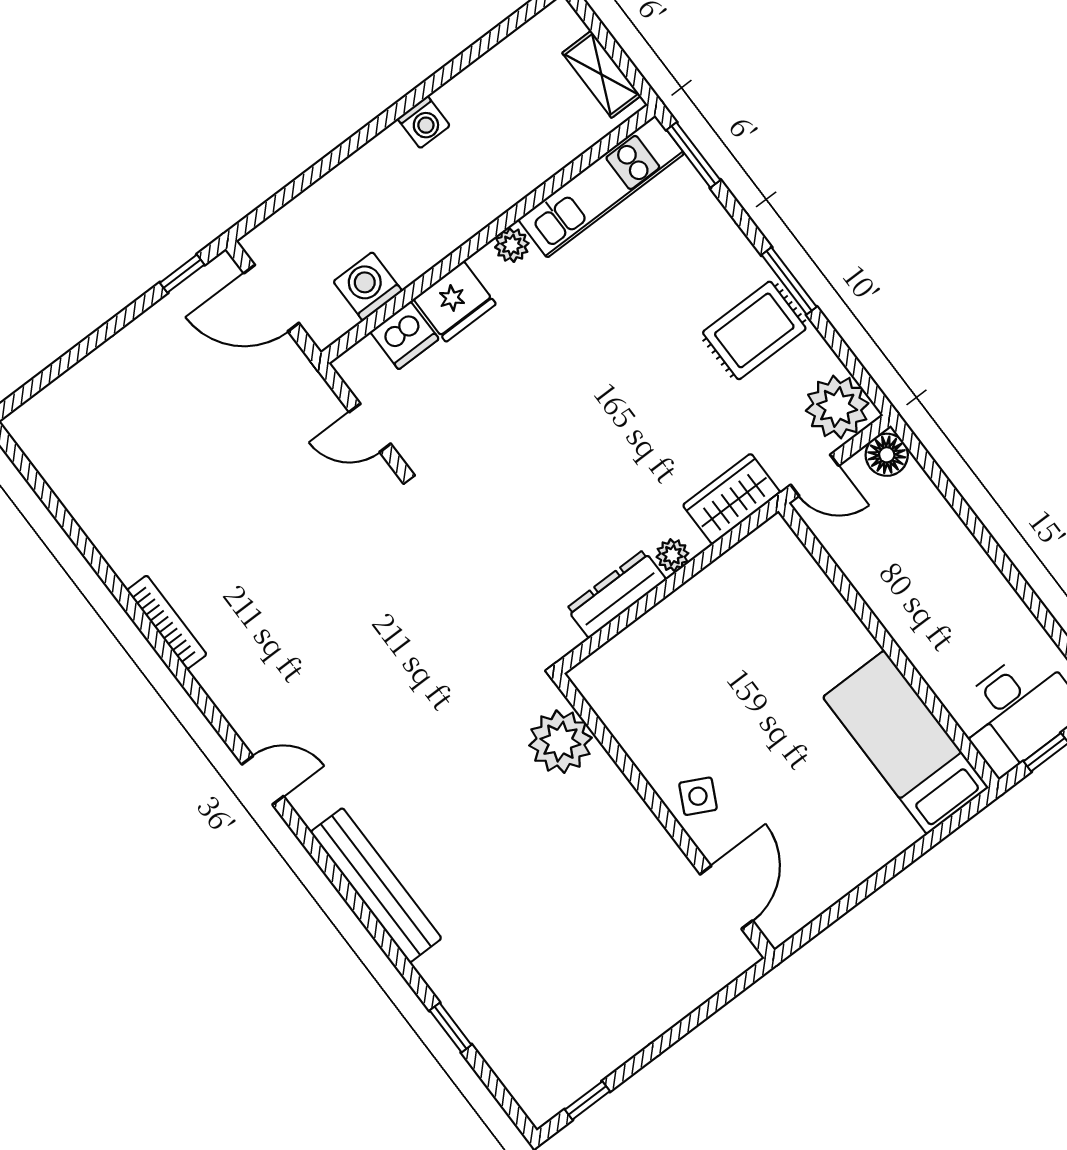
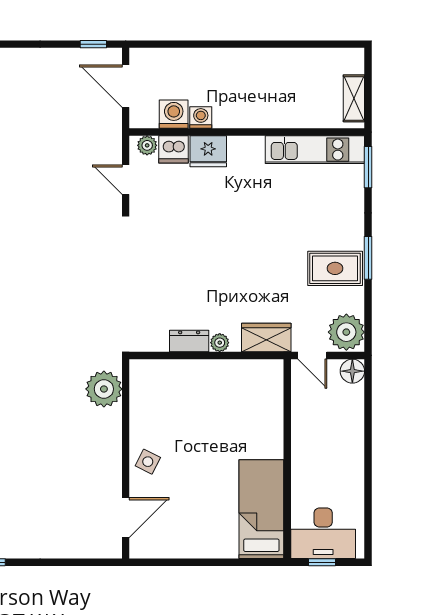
washing machine: (424, 122) -> (201, 118), moved, turned 180
plant: (512, 245) -> (147, 145), moved
dresser: (616, 594) -> (189, 341), width x0.70

